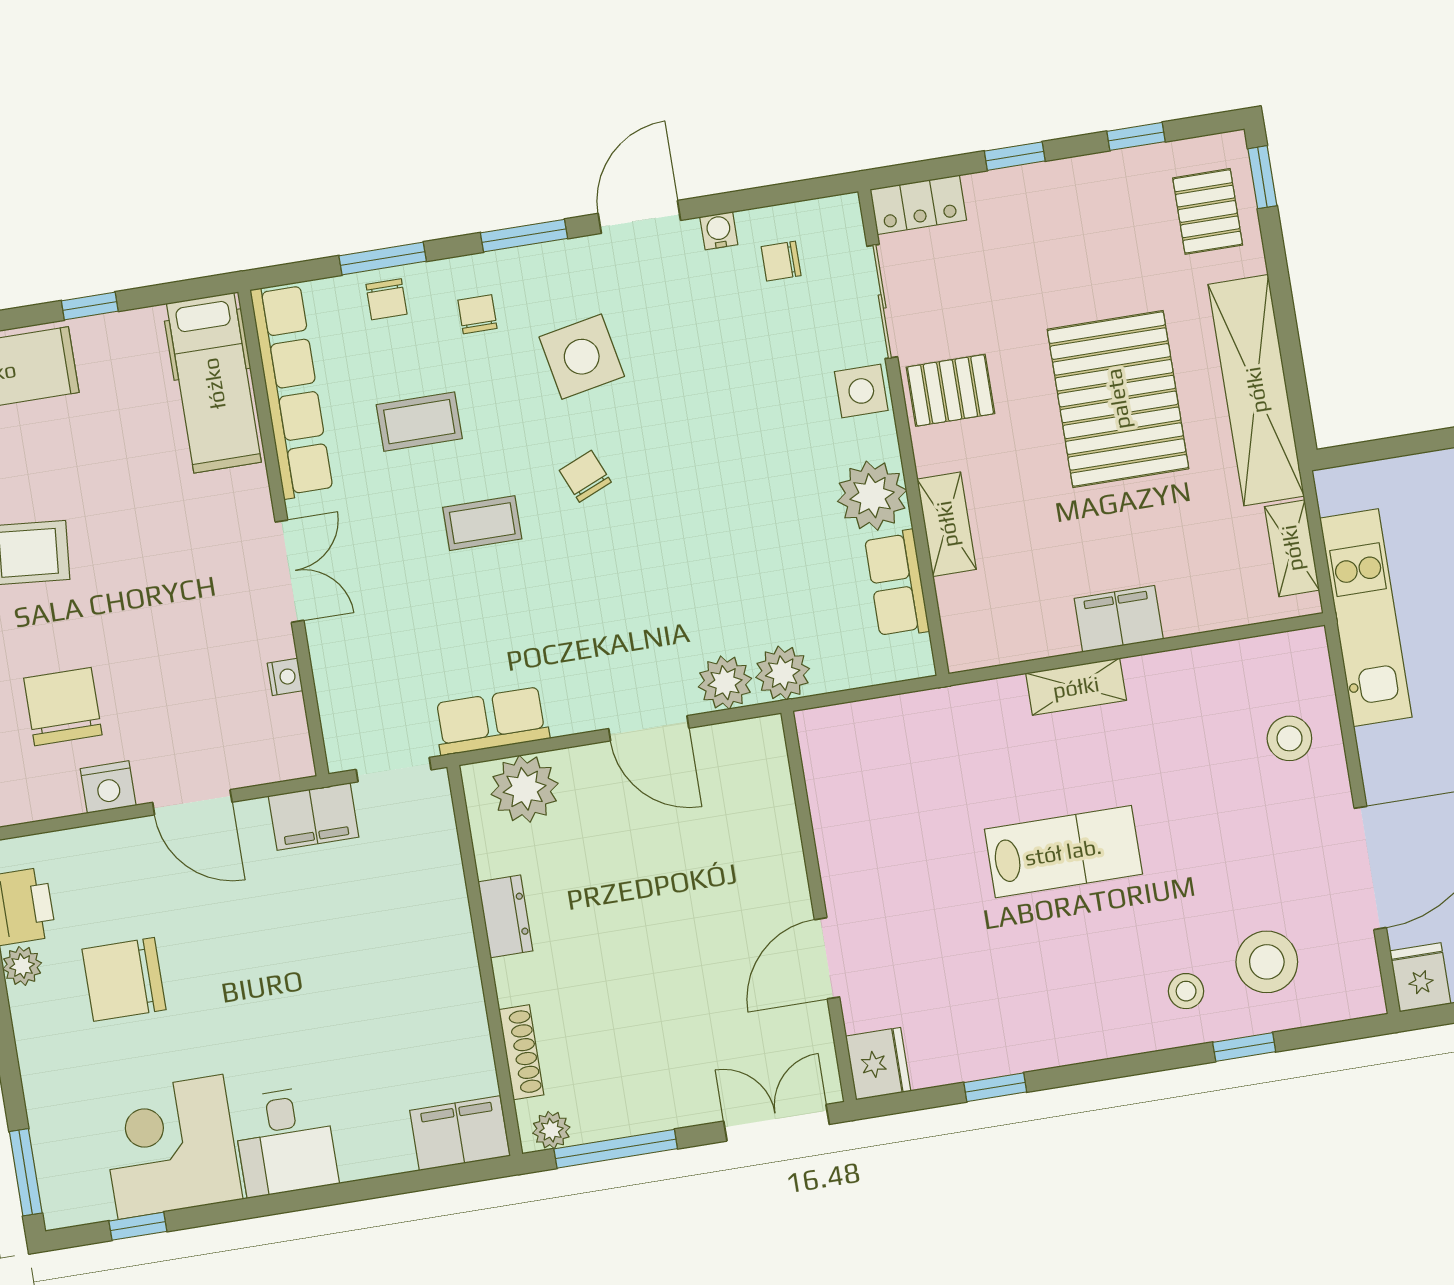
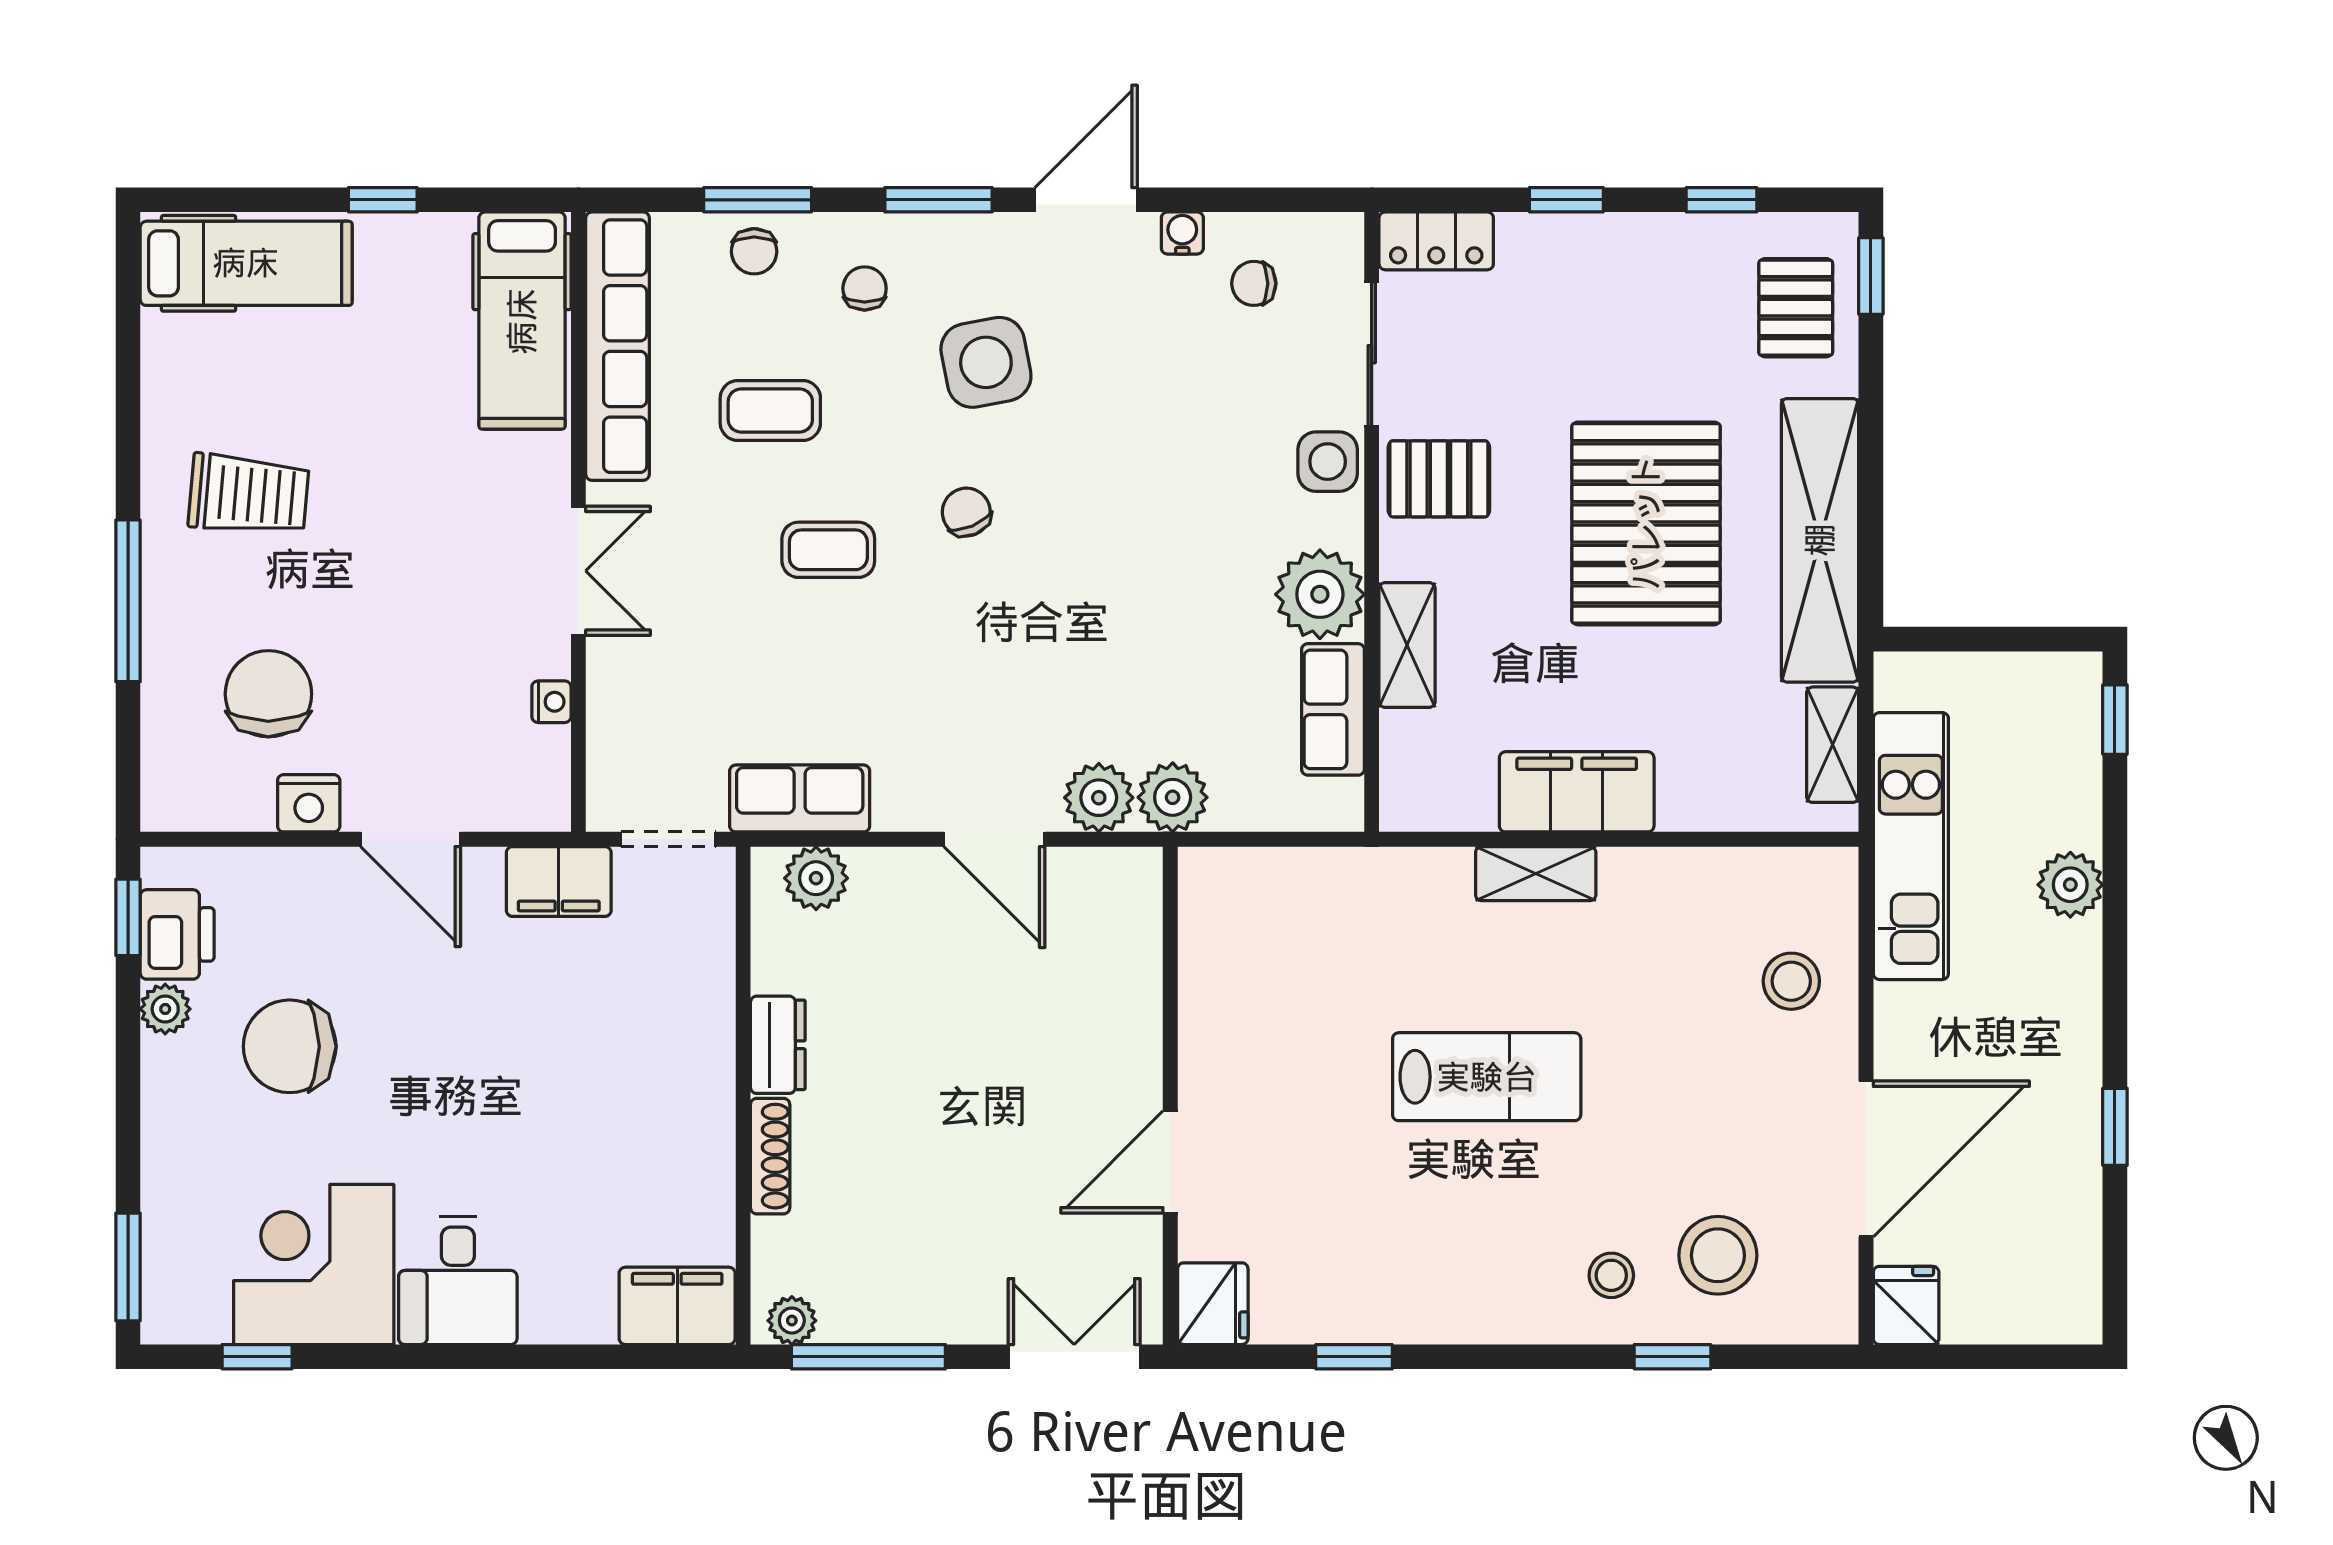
filing cabinet: (1119, 619) -> (1577, 792), width x1.50, depth x1.17
plant: (525, 789) -> (816, 878), width x0.73, depth x0.73
shoe rack: (521, 1052) -> (770, 1156), moved

